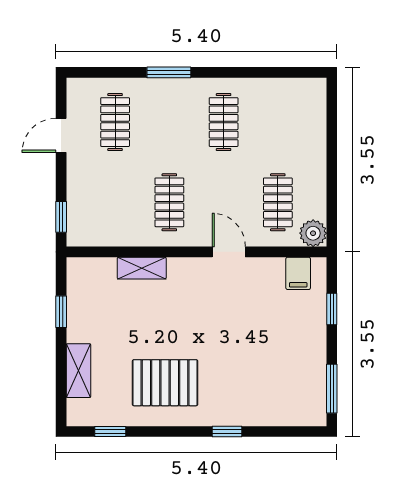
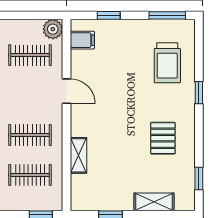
clothes rail: (115, 202) -> (30, 175), added
door: (229, 252) -> (67, 91), swing flipped
pallet: (165, 383) -> (163, 138), width x0.67, depth x0.71
trolley: (267, 389) -> (167, 63), added

